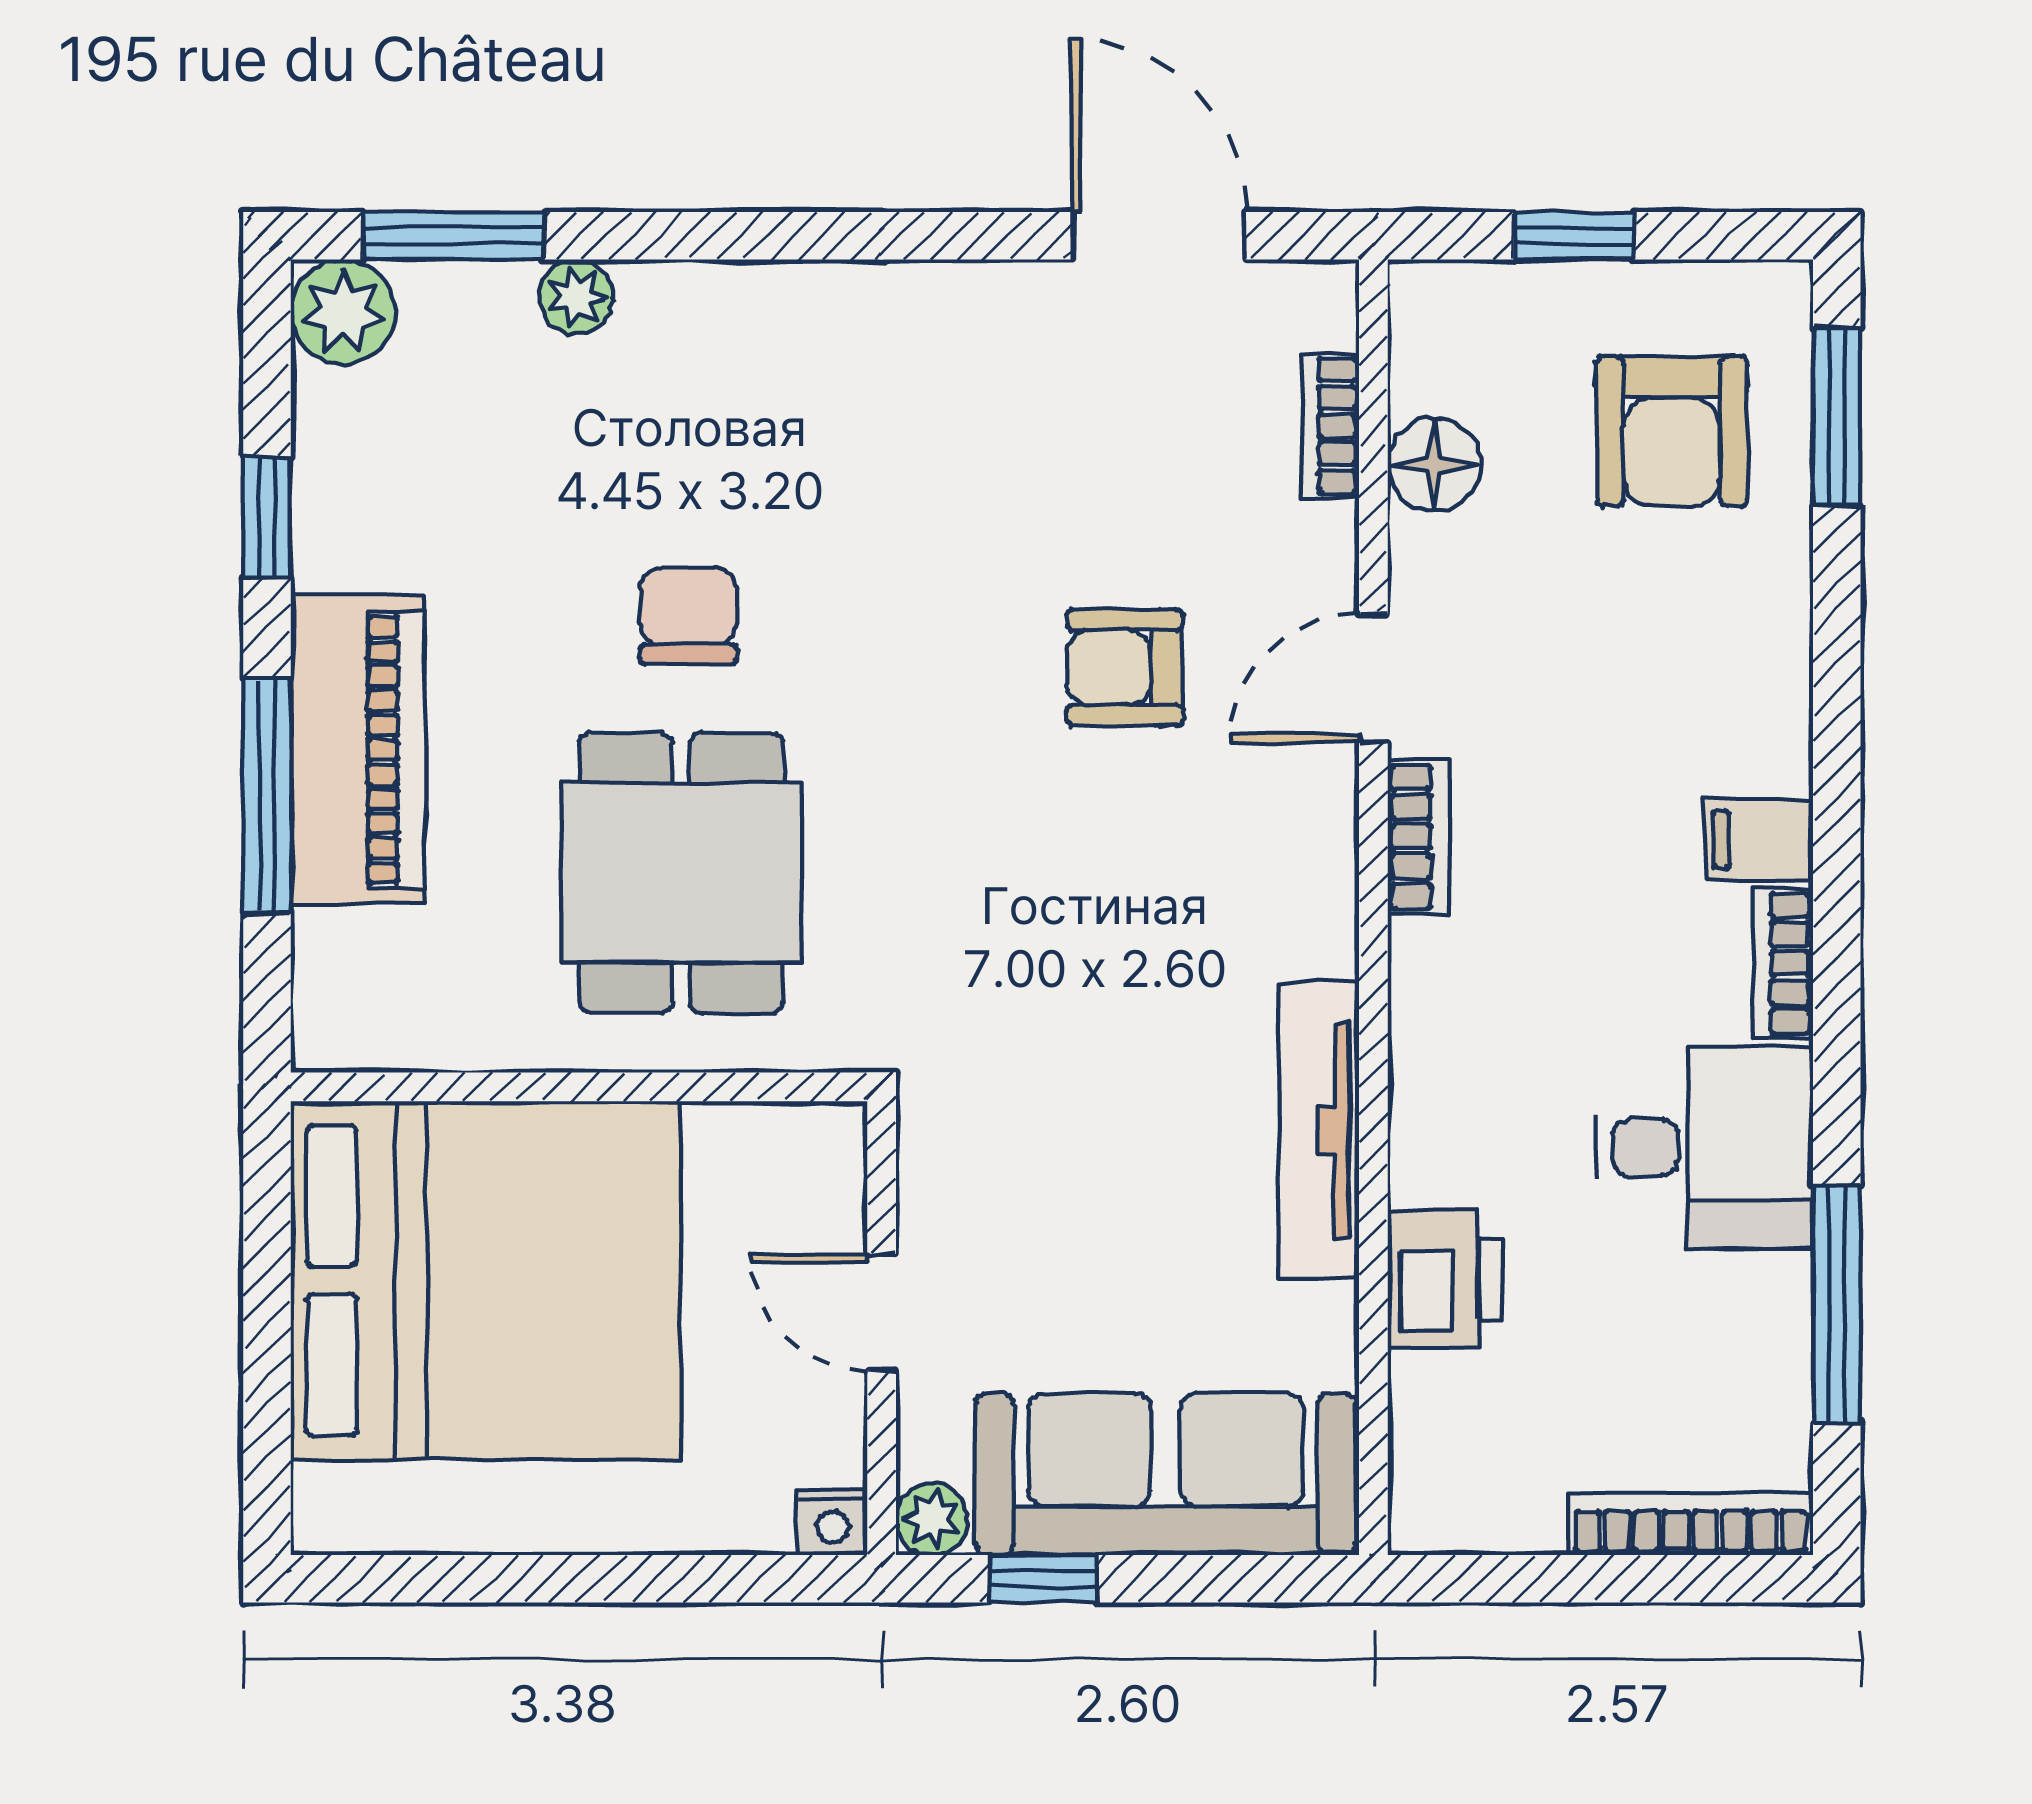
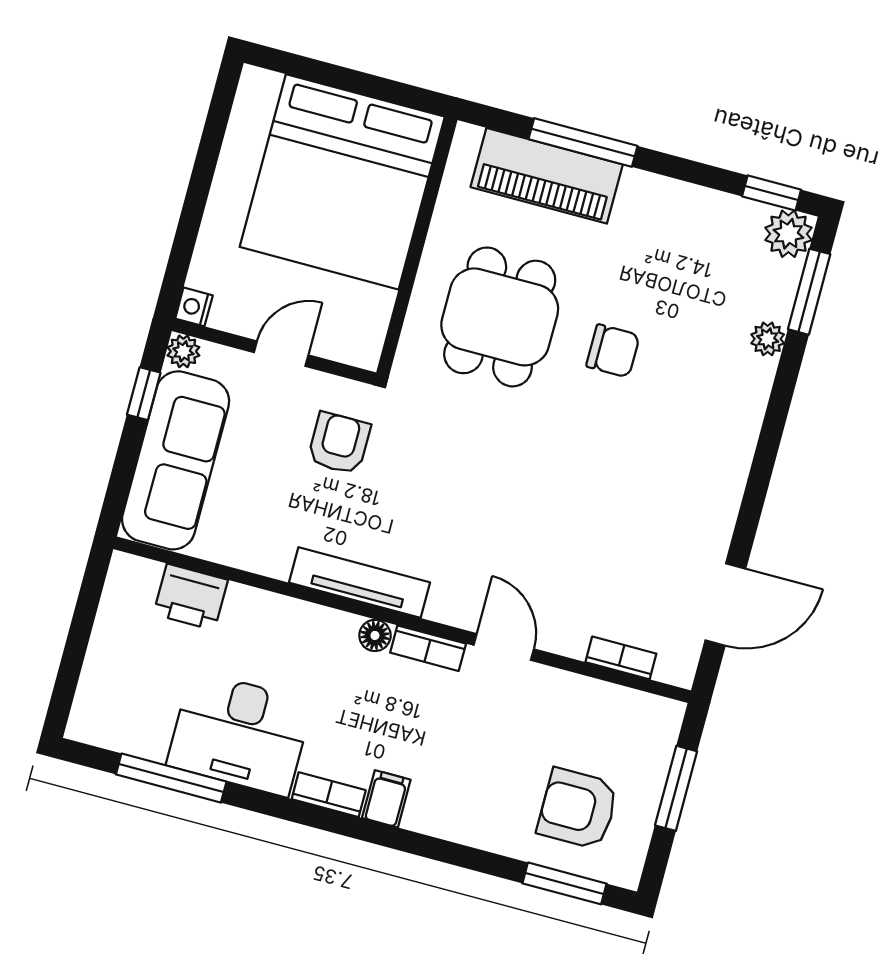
window: (1574, 236) -> (676, 788), width x1.50
floor lamp: (1434, 465) -> (375, 635), moved, width x0.73, depth x0.73
window: (267, 517) -> (772, 193), moved
armchair: (1125, 667) -> (339, 443), moved
piano: (357, 750) -> (547, 176), moved
dining table: (681, 873) -> (500, 317), turned 90
tv unit: (1319, 1130) -> (359, 582), moved
desk: (1704, 1147) -> (240, 734), width x1.37
printer: (1445, 1279) -> (191, 597), moved
bookcase: (1691, 1524) -> (91, 687), removed

